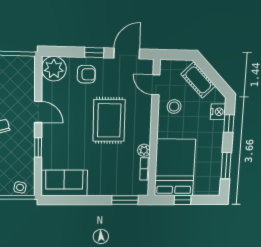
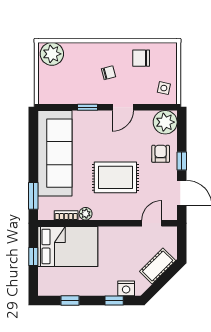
armchair: (86, 74) -> (161, 154), turned 180
stool: (174, 107) -> (131, 243), removed
window: (226, 166) -> (70, 300), width x0.67
sofa: (64, 183) -> (55, 153), width x1.85, depth x1.27
side table: (20, 187) -> (164, 88), moved

